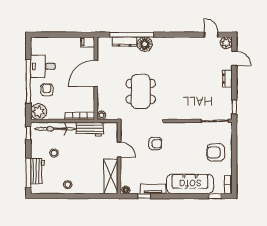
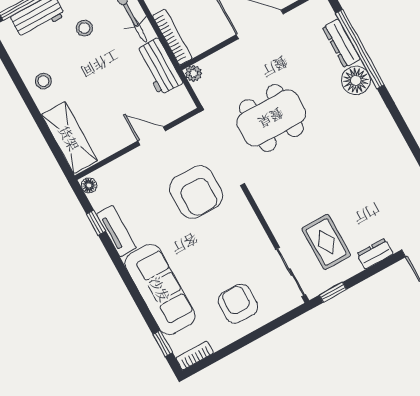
rug: (210, 98) -> (326, 242), added
armchair: (155, 144) -> (196, 192), width x1.88, depth x1.88
door: (119, 150) -> (152, 136), swing flipped
shelving: (111, 176) -> (69, 138), moved, turned 90

